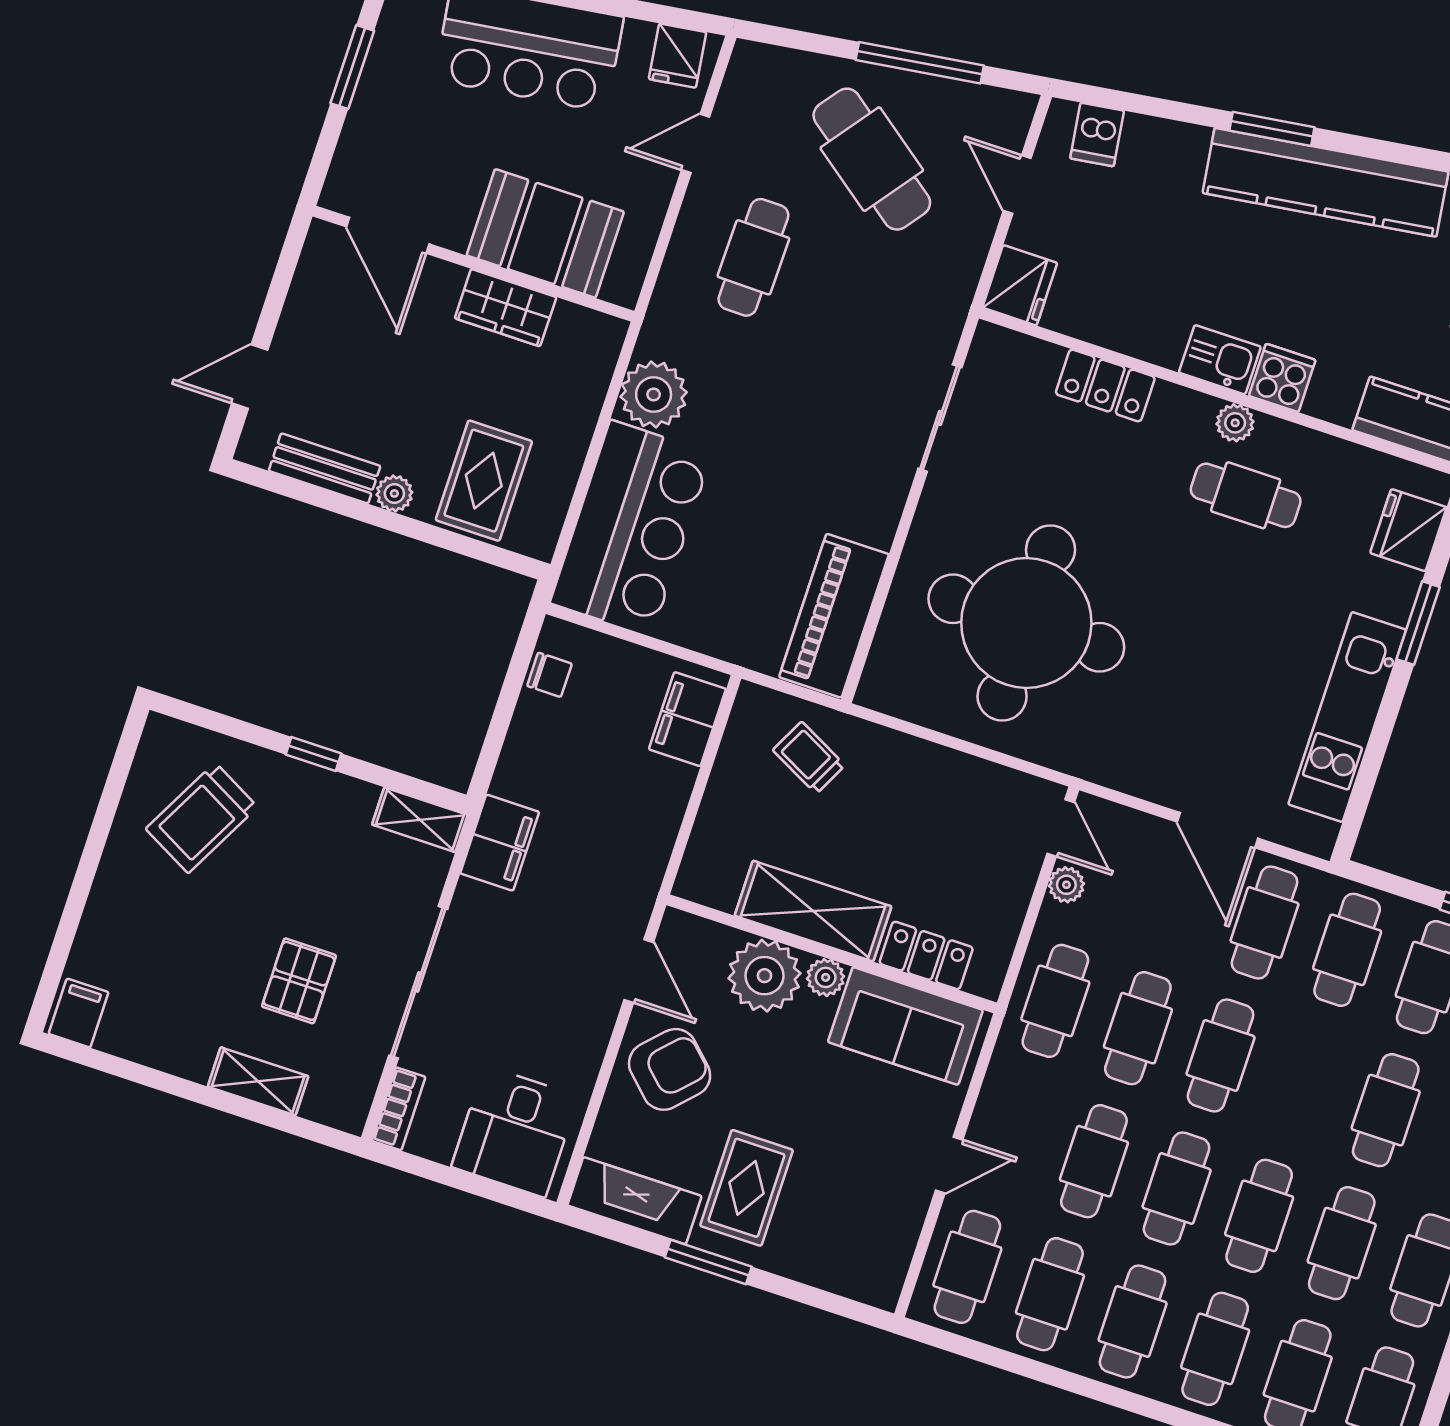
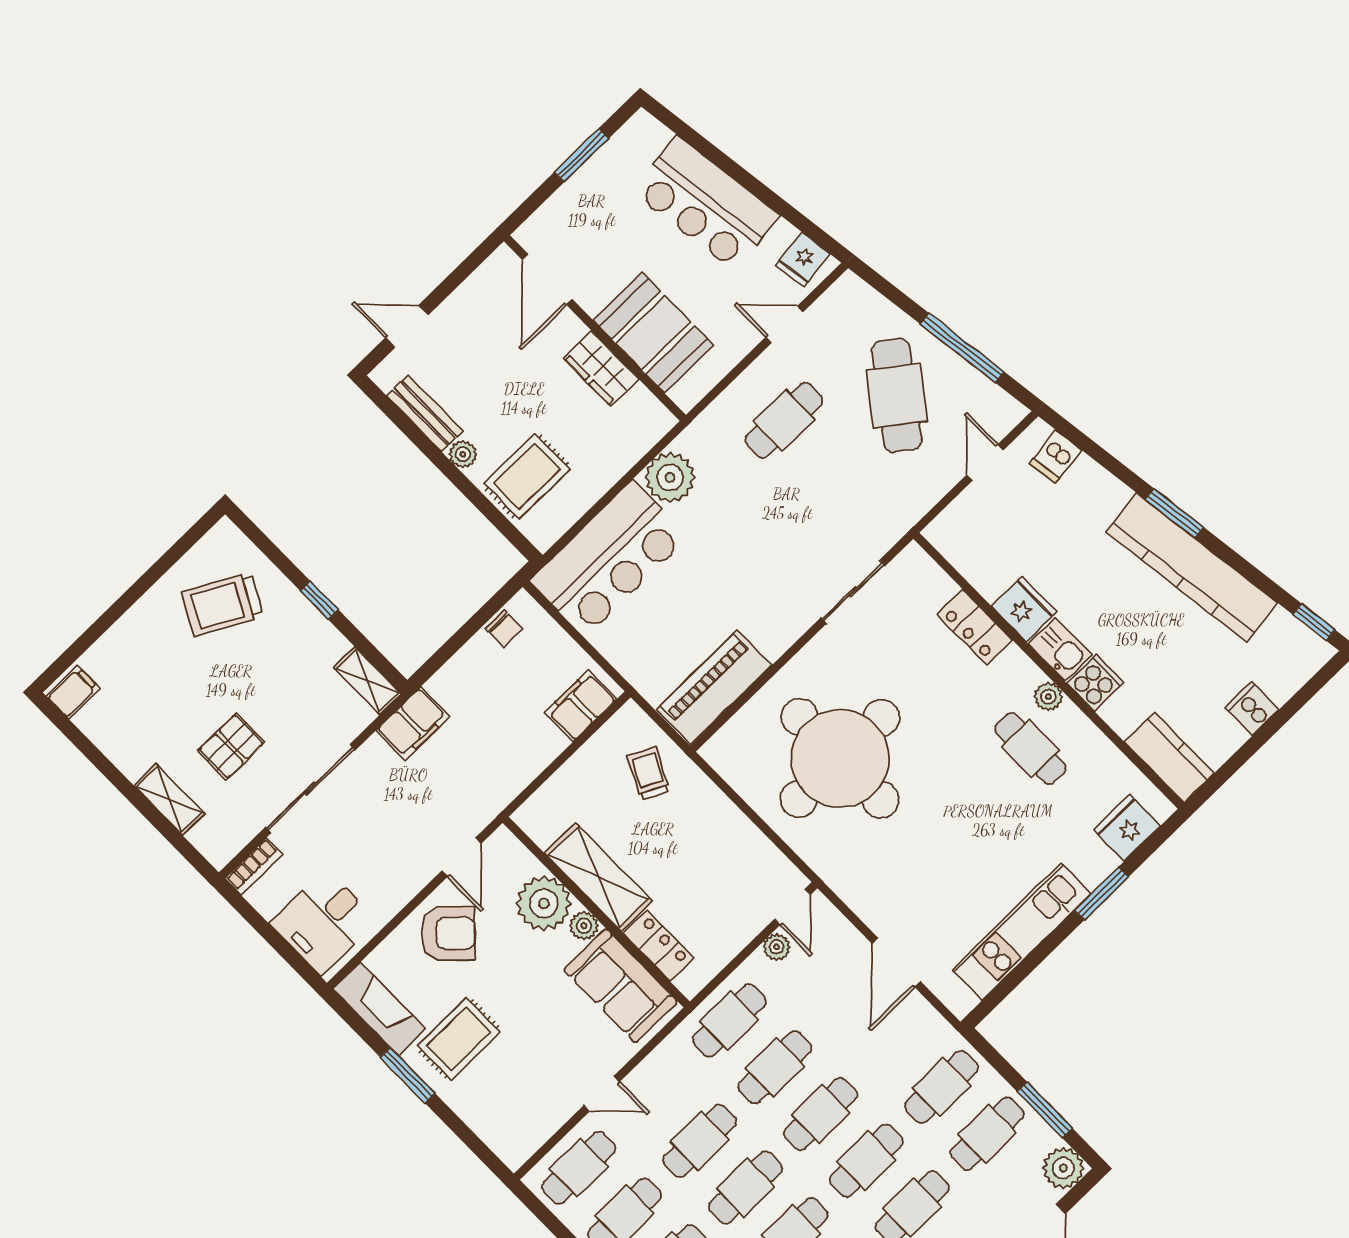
fridge: (1020, 285) -> (1024, 609), moved, turned -90
cafe table: (1265, 923) -> (866, 1161), moved

